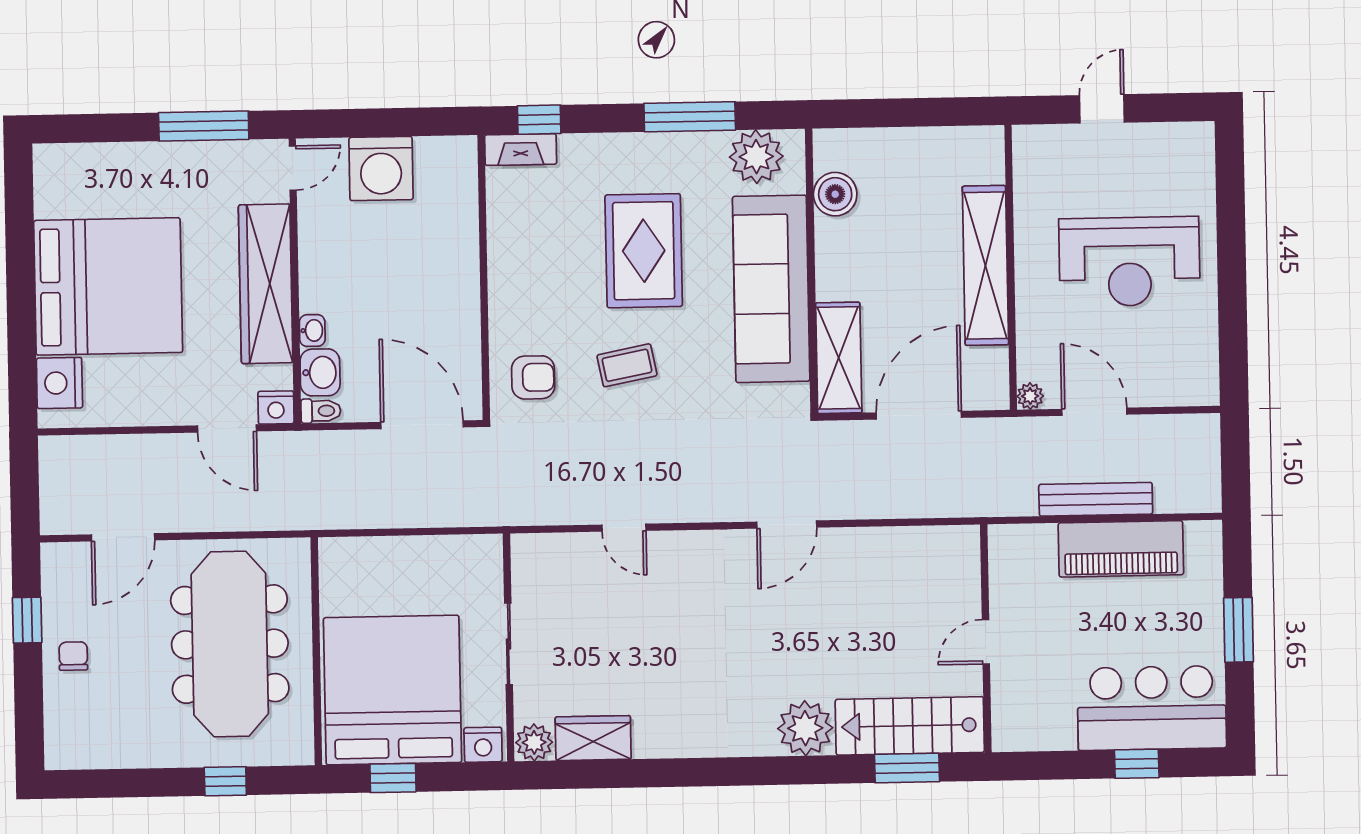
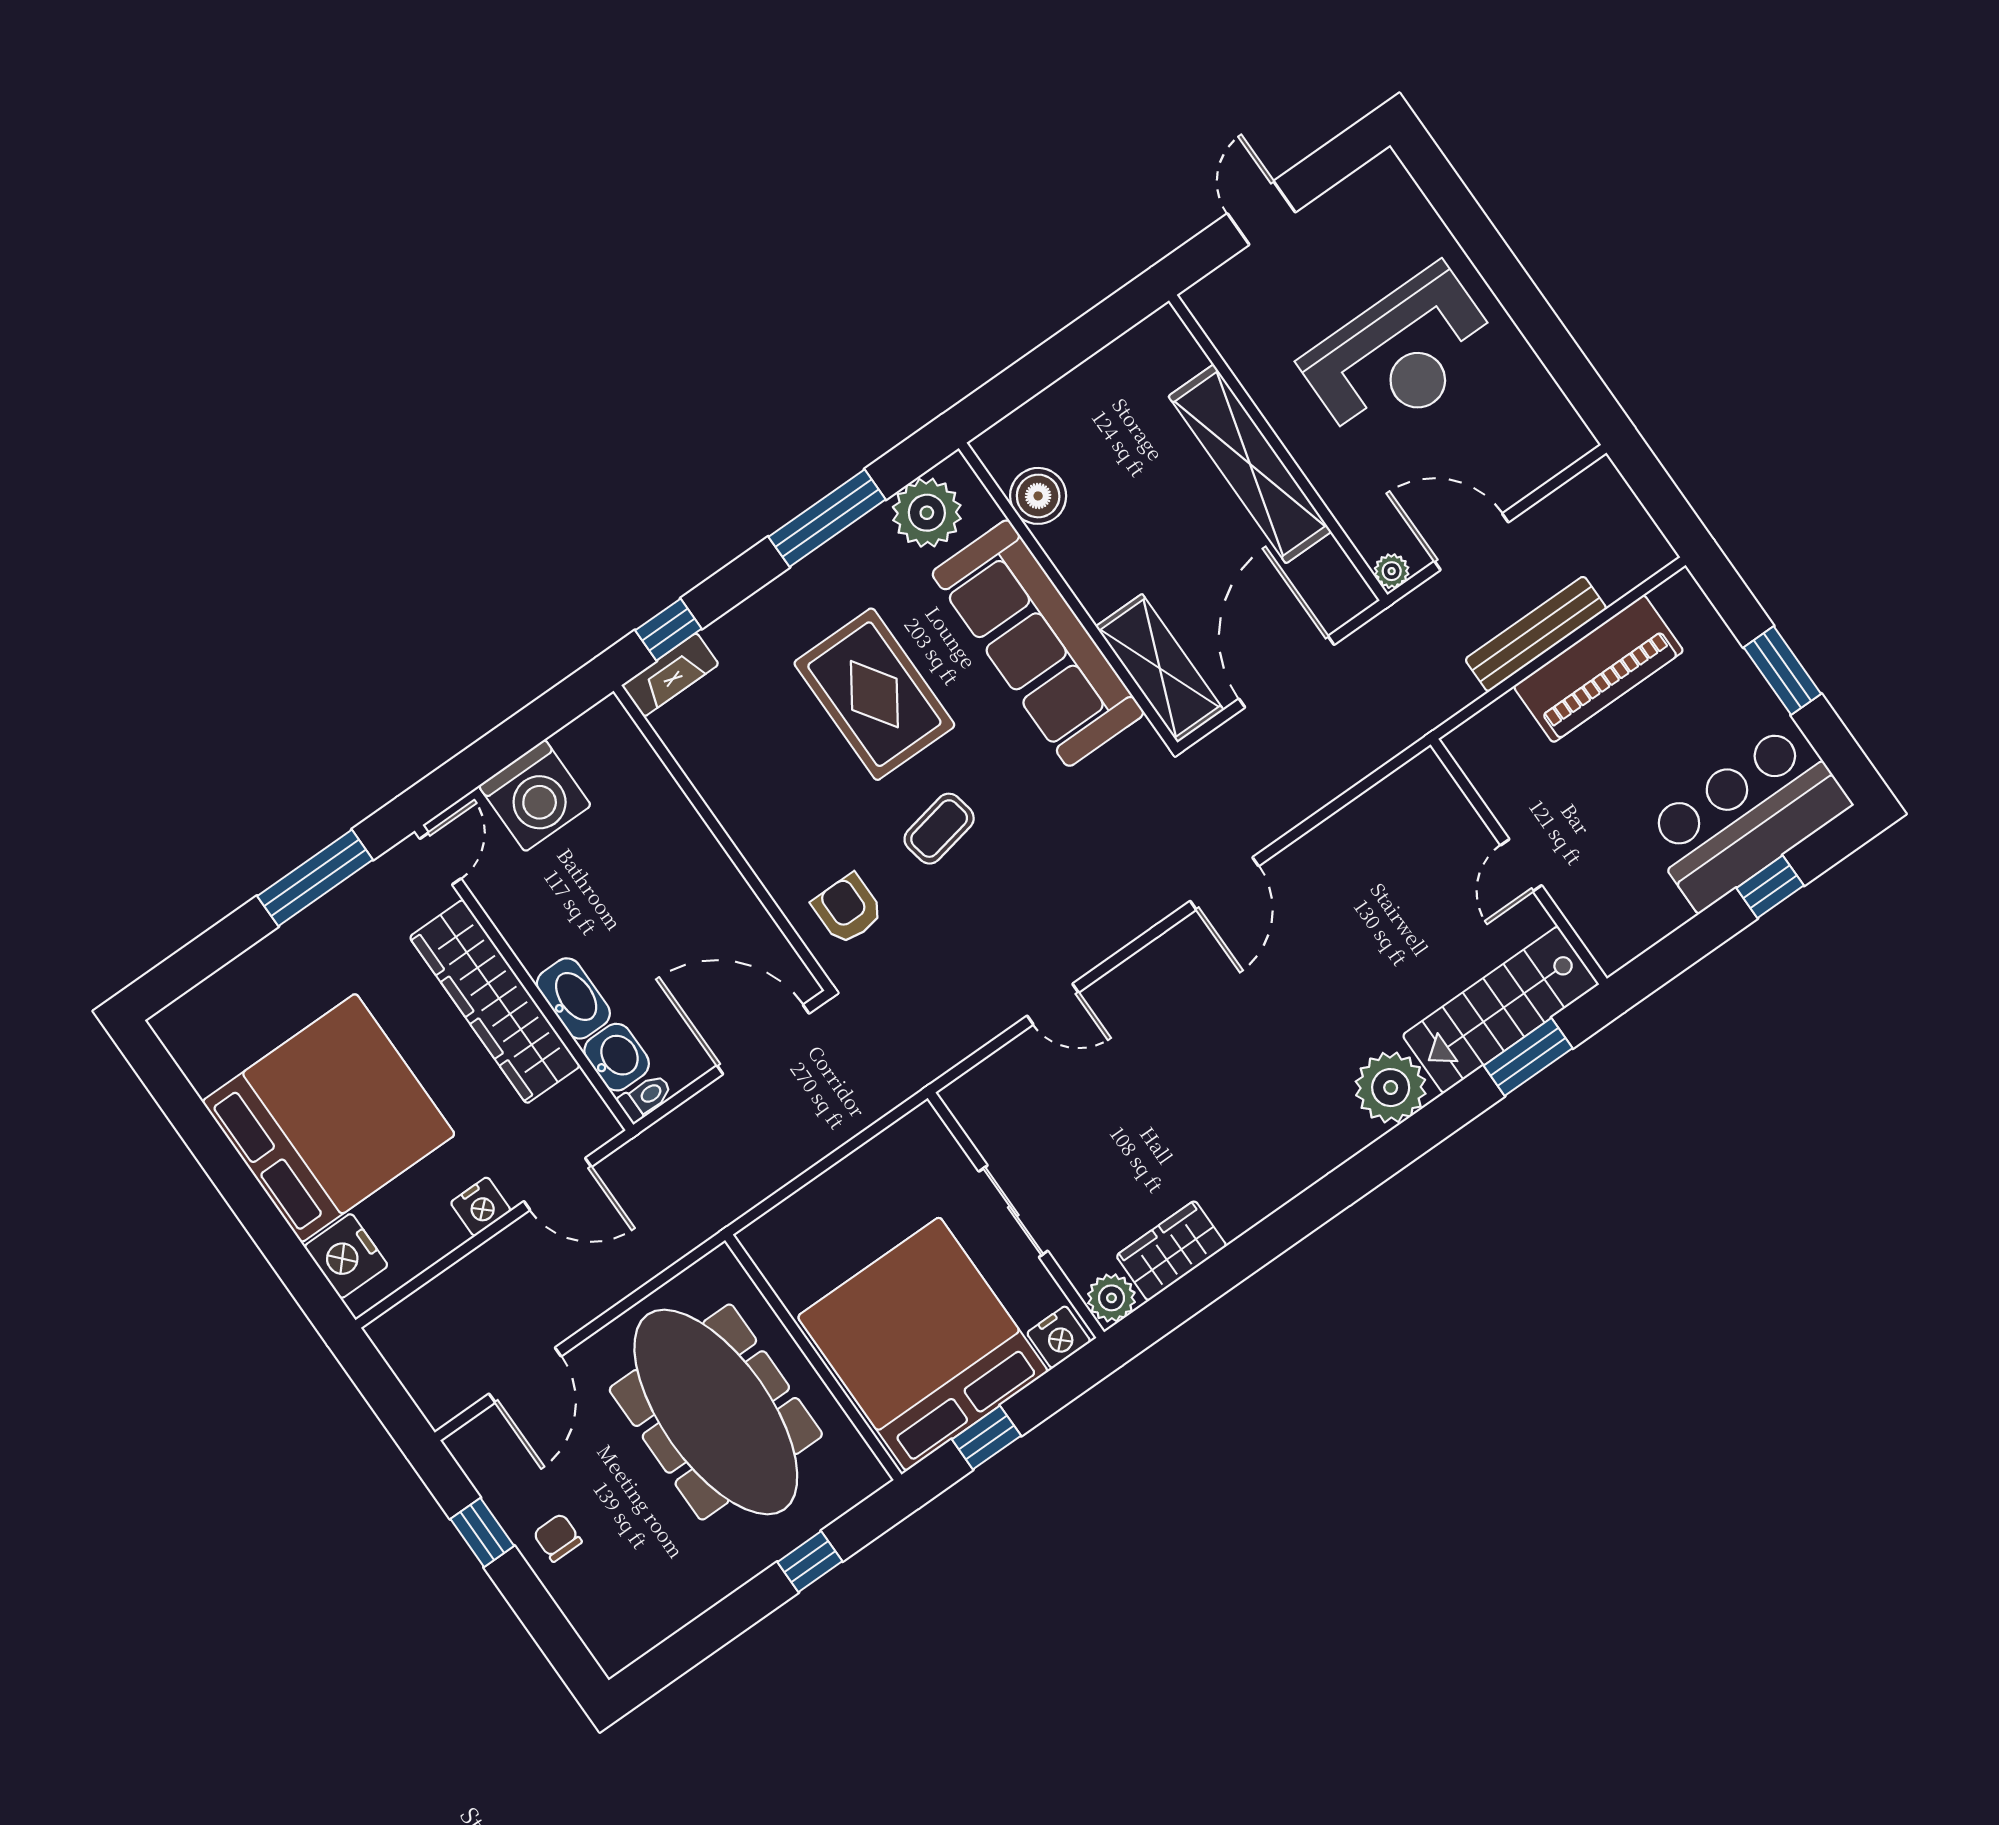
washbasin: (312, 330) -> (573, 998), width x1.91, depth x1.45
armchair: (533, 377) -> (848, 909), turned -90
nightstand: (276, 408) -> (481, 1207), moved

